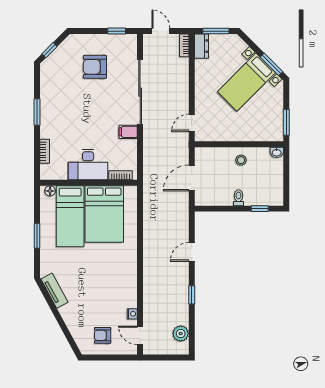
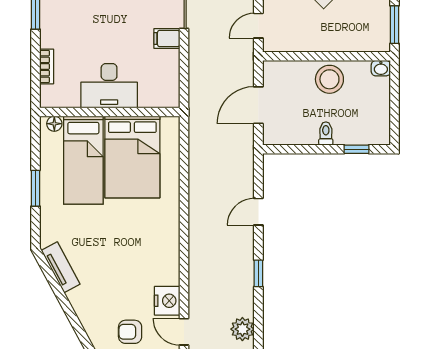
stool: (241, 160) -> (329, 79), width x1.89, depth x1.89
bookcase: (121, 175) -> (156, 101), removed
nightstand: (132, 314) -> (167, 301), width x1.89, depth x1.79

